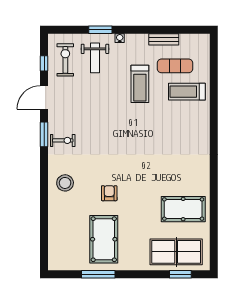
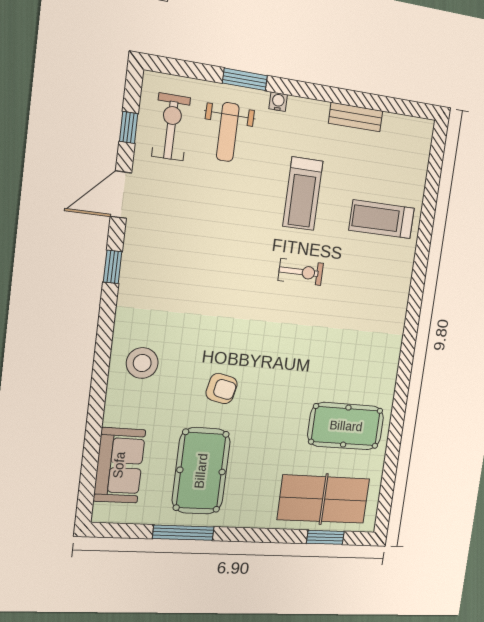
exercise mat: (175, 66) -> (368, 169), removed
window: (44, 134) -> (113, 267), width x0.67
exercise bike: (63, 140) -> (301, 272), moved
armchair: (109, 193) -> (222, 389), turned 102
sofa: (59, 239) -> (119, 465), added

